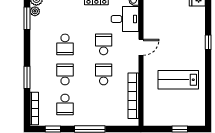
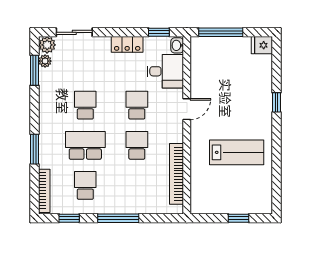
school desk: (65, 44) -> (85, 105), turned 180
school desk: (65, 74) -> (85, 145), width x1.85
lab bench: (178, 80) -> (237, 152), turned 180
school desk: (65, 105) -> (85, 185), turned 180

